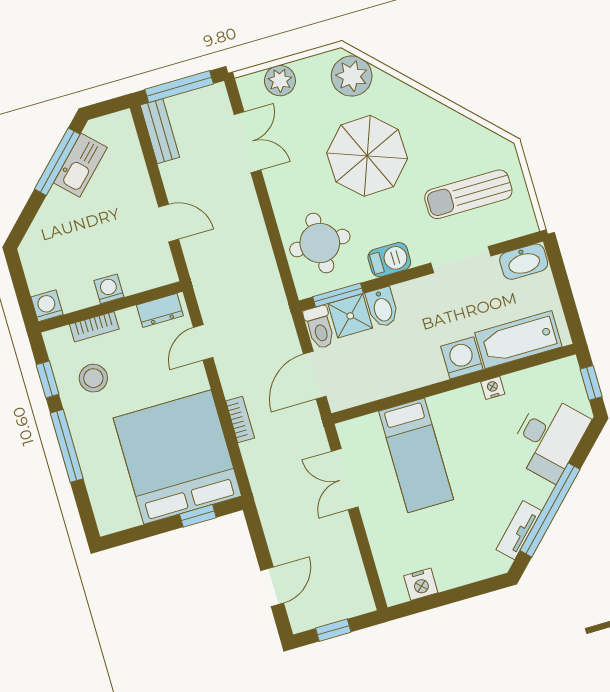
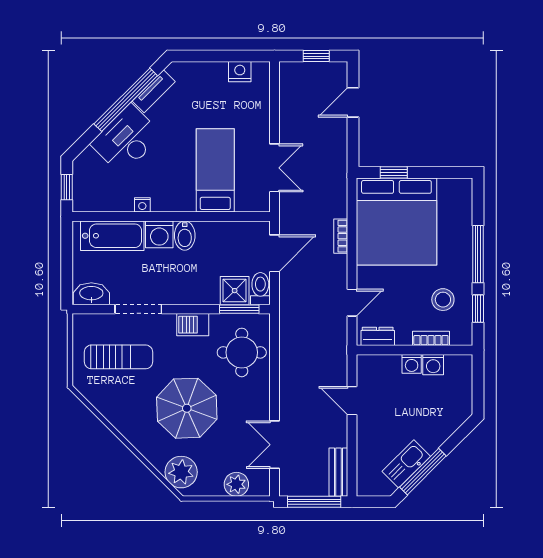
washing machine: (47, 306) -> (433, 365), moved
bidet: (382, 307) -> (185, 236), moved, turned 180
desk: (548, 438) -> (126, 139), moved

